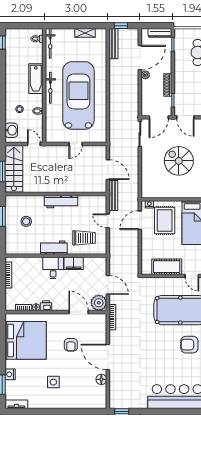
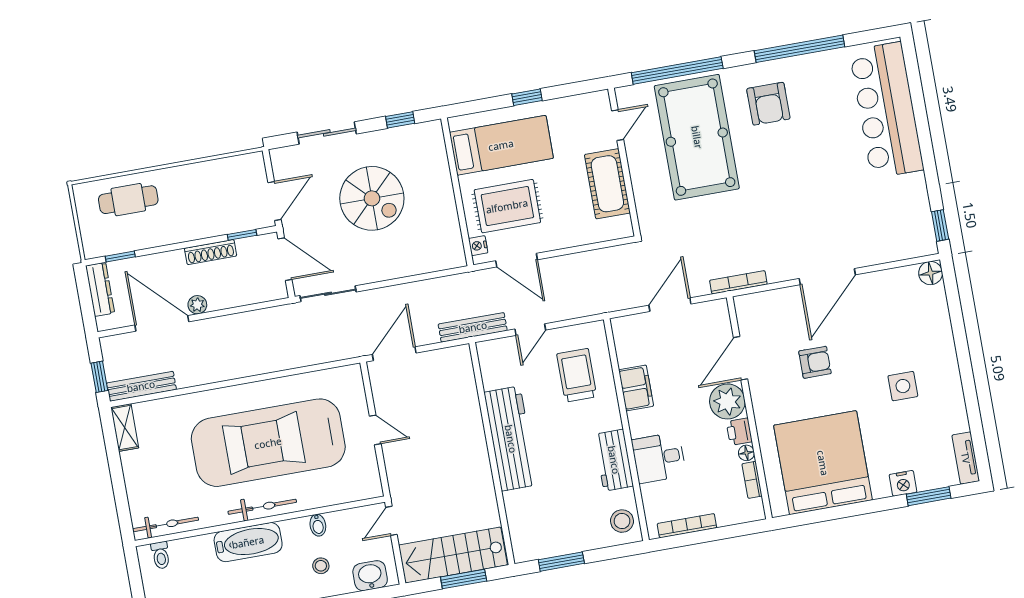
shelving: (85, 33) -> (125, 428), moved
spiral stairs: (179, 161) -> (372, 198), turned -90
door: (108, 170) -> (394, 354), moved
workbench: (61, 202) -> (511, 439), width x1.36, depth x1.32
stool: (26, 221) -> (622, 521), moved
workbench: (54, 248) -> (614, 460), moved
desk: (53, 268) -> (659, 458), moved
plant: (99, 303) -> (727, 401), moved
floor lamp: (101, 379) -> (931, 273), moved

